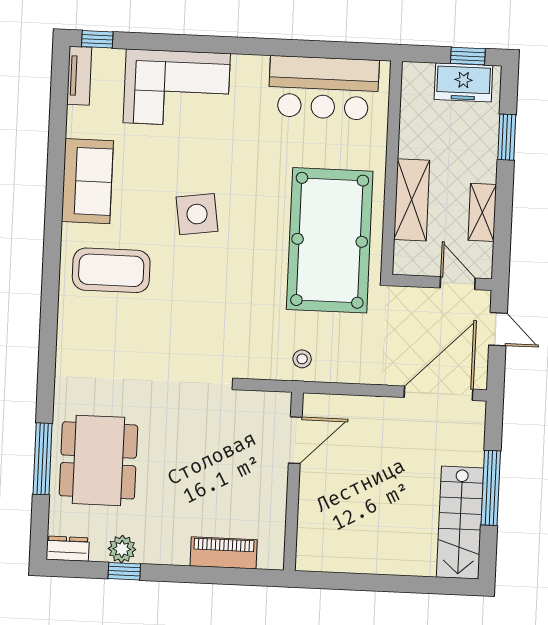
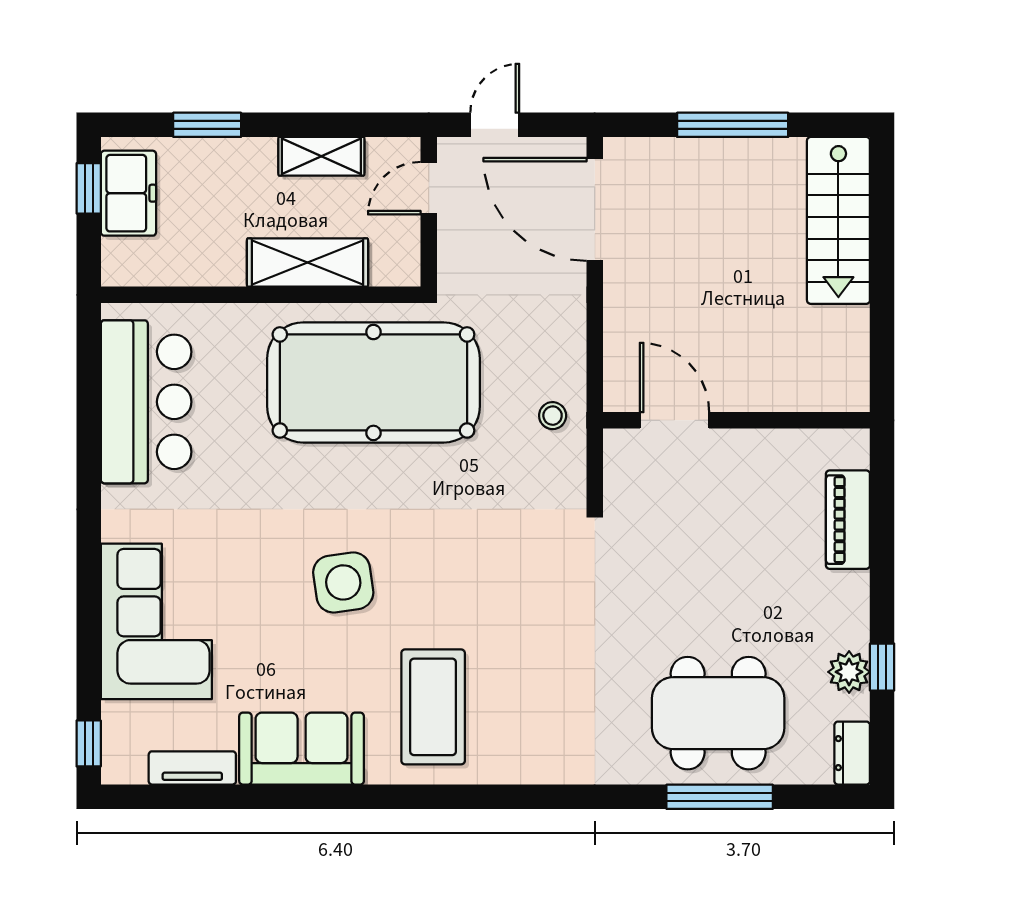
tv unit: (79, 76) -> (192, 768), moved
stairs: (460, 523) -> (838, 220), moved, turned 90

